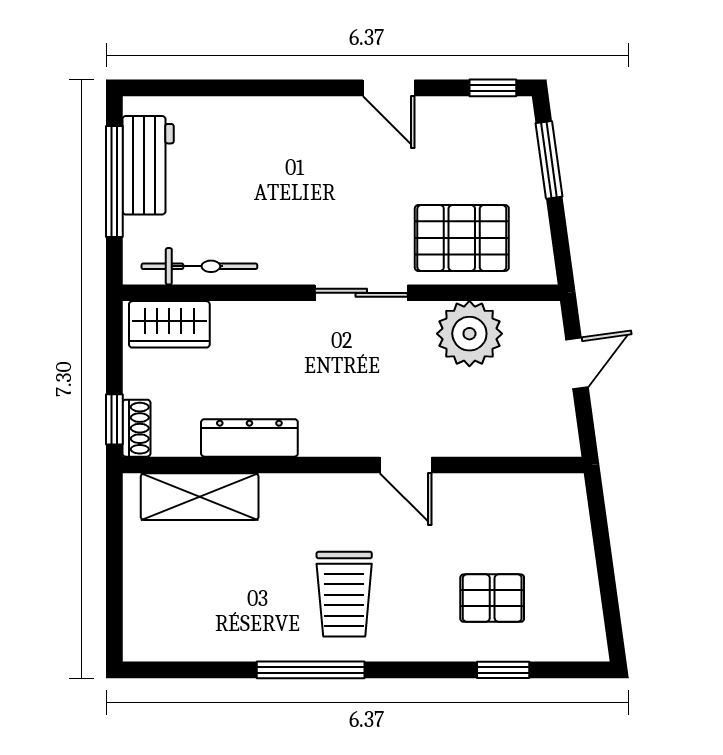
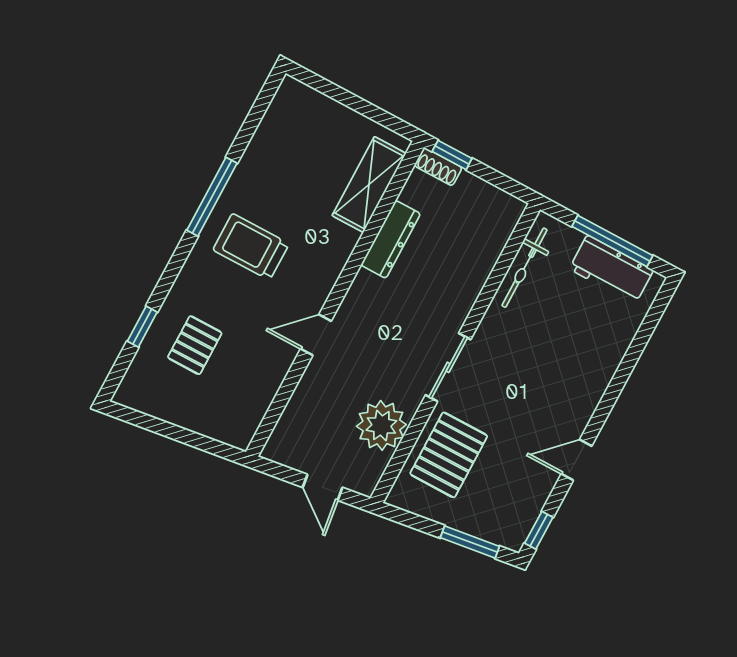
wardrobe: (169, 324) -> (496, 226), removed

